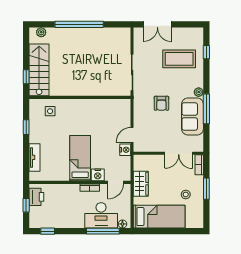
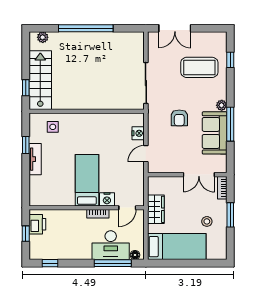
nightstand: (125, 150) -> (138, 133), moved
tv unit: (35, 157) -> (35, 159), moved

